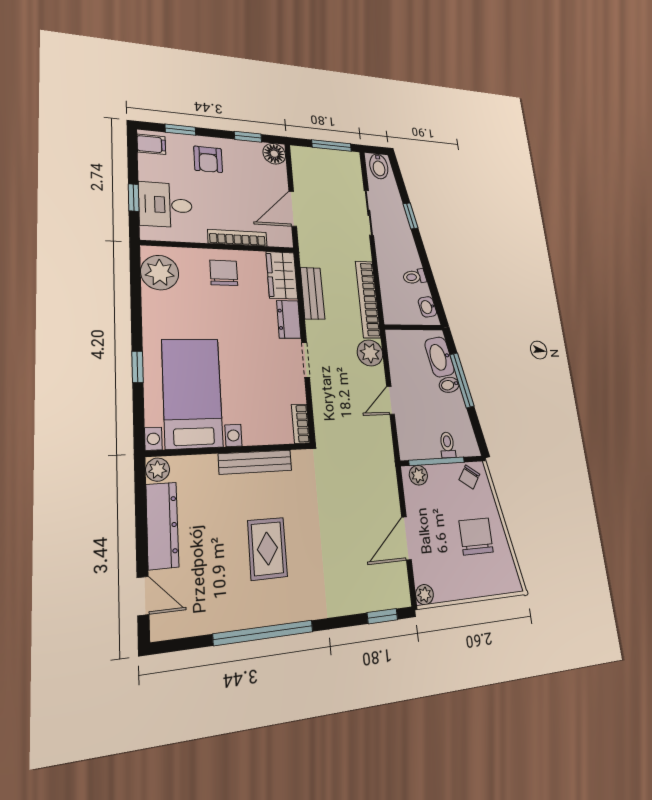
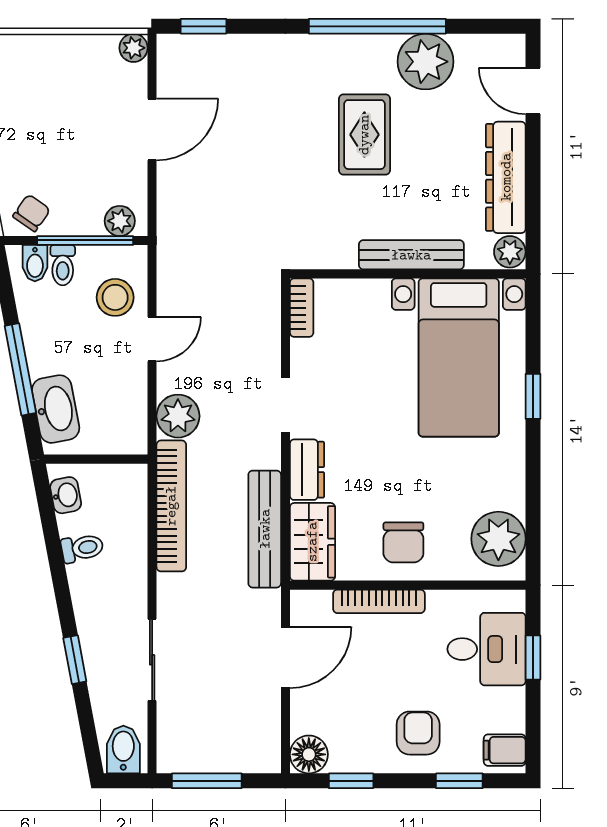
bench: (313, 293) -> (265, 529), width x1.36
bidet: (449, 385) -> (35, 263), moved, turned 101
stool: (415, 426) -> (115, 297), added
bench: (255, 462) -> (411, 255), moved
chair: (476, 536) -> (34, 122), removed
plant: (227, 609) -> (426, 62), added

